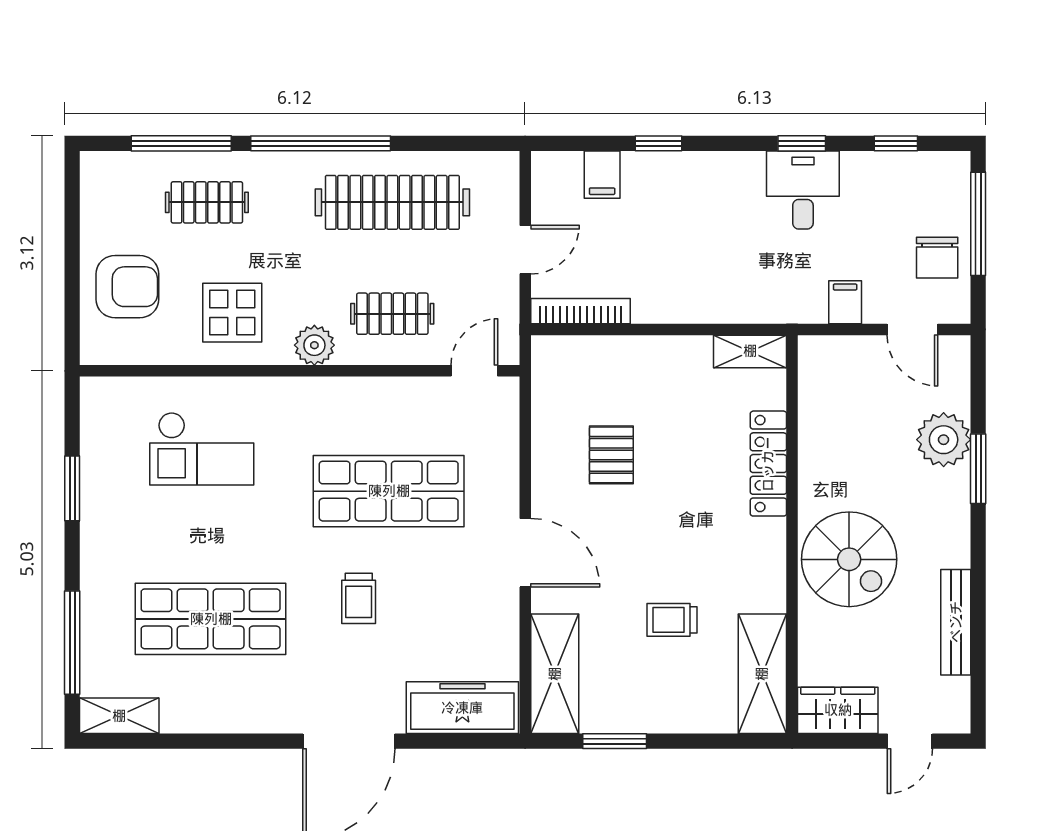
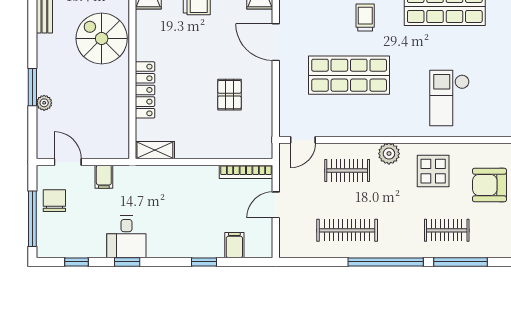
clothes rail: (392, 202) -> (347, 230), width x0.73, depth x0.76
plant: (944, 440) -> (44, 103), width x0.53, depth x0.53
checkout: (202, 449) -> (450, 98), turned -90

